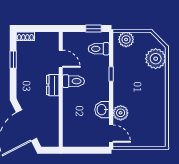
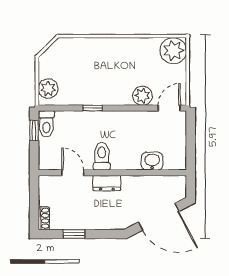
toilet: (99, 49) -> (46, 124), moved
door: (61, 59) -> (73, 173), hinge flipped
plant: (156, 59) -> (173, 51), moved
washbasin: (102, 110) -> (152, 161), moved, turned 180

